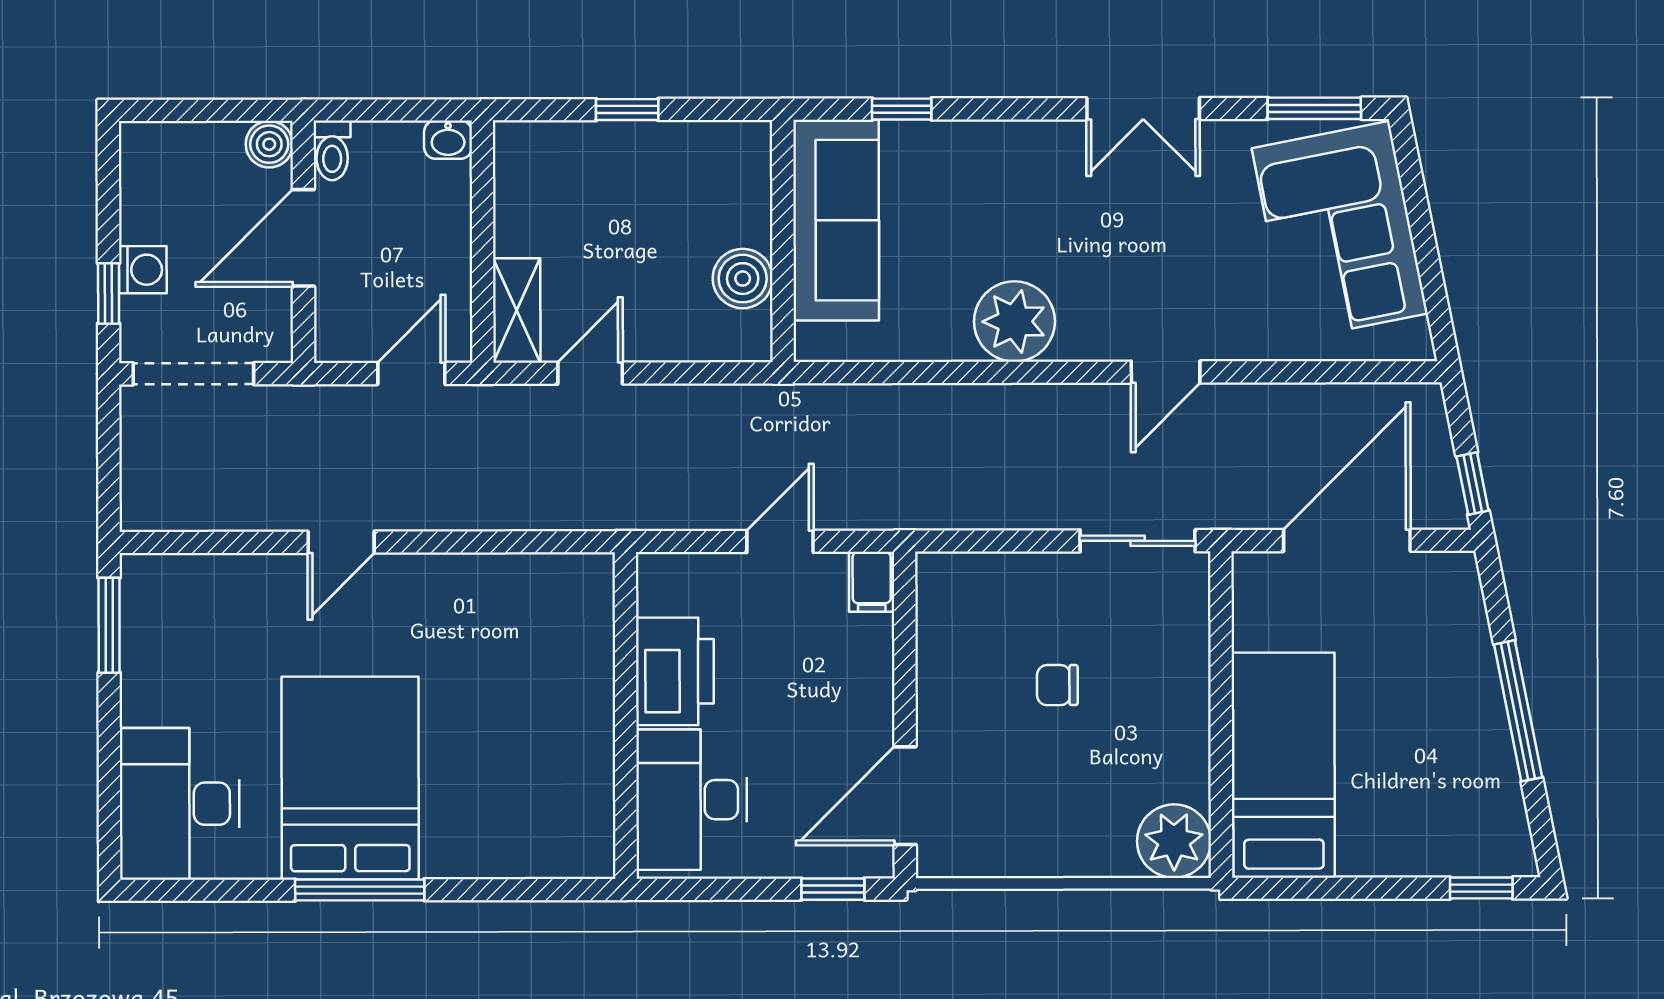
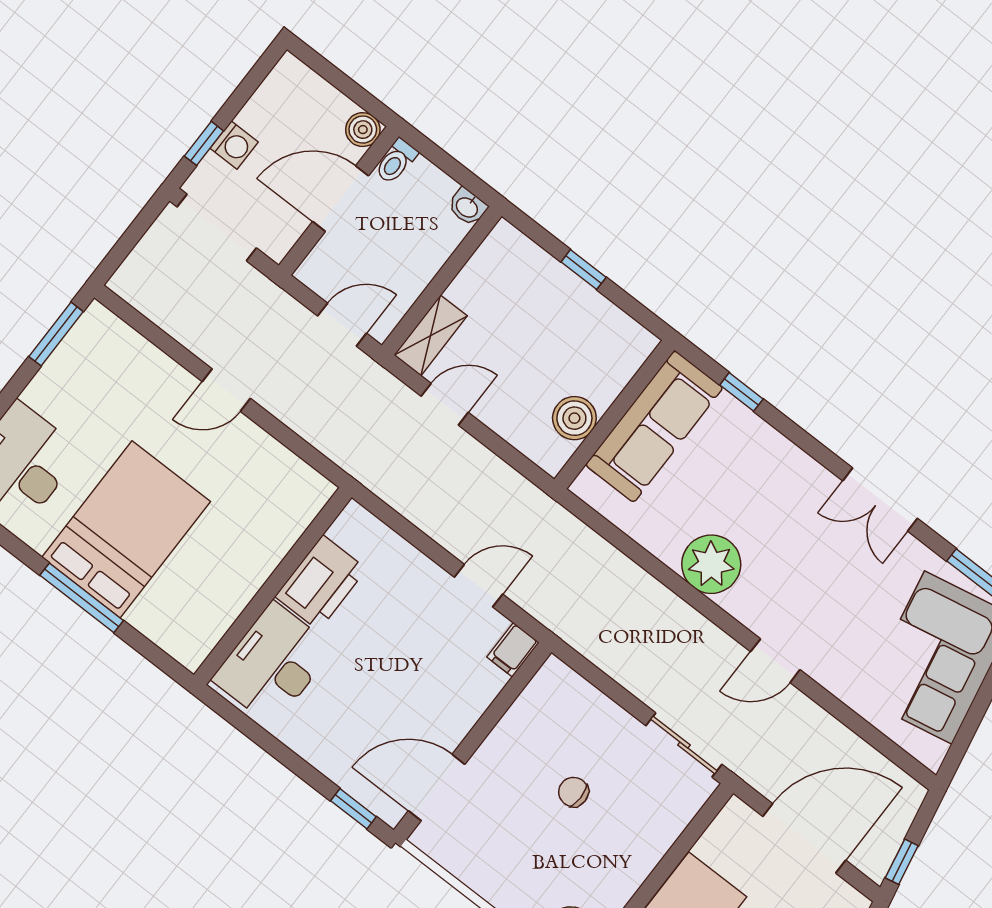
printer: (675, 671) -> (321, 583), moved
wall: (626, 716) -> (273, 586), moved
desk: (692, 800) -> (273, 664), moved

